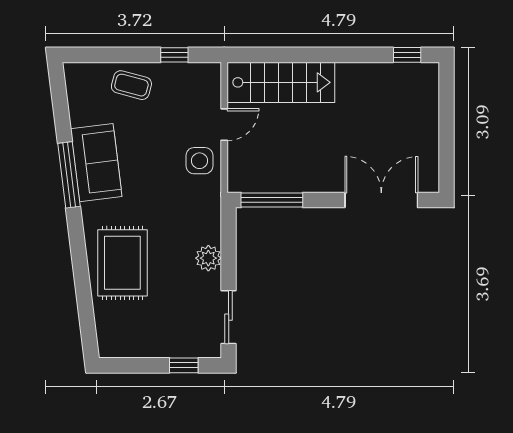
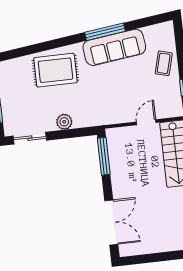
door: (224, 125) -> (146, 122), swing flipped
side table: (199, 161) -> (123, 110), removed
sofa: (96, 163) -> (114, 47), width x1.36

